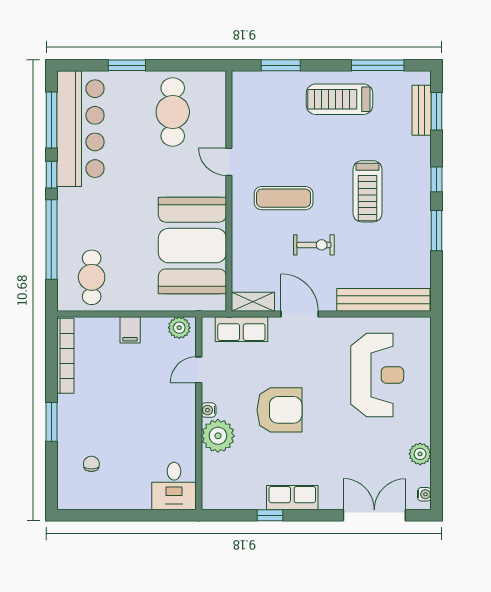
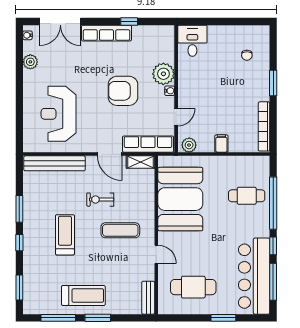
window: (281, 65) -> (98, 318), moved
bench: (422, 110) -> (148, 298), moved
cafe table: (173, 112) -> (193, 287), turned 90
cafe table: (92, 277) -> (247, 196), moved, turned 90
row of seats: (241, 329) -> (148, 144), width x1.48
row of seats: (292, 498) -> (106, 33), width x1.48

